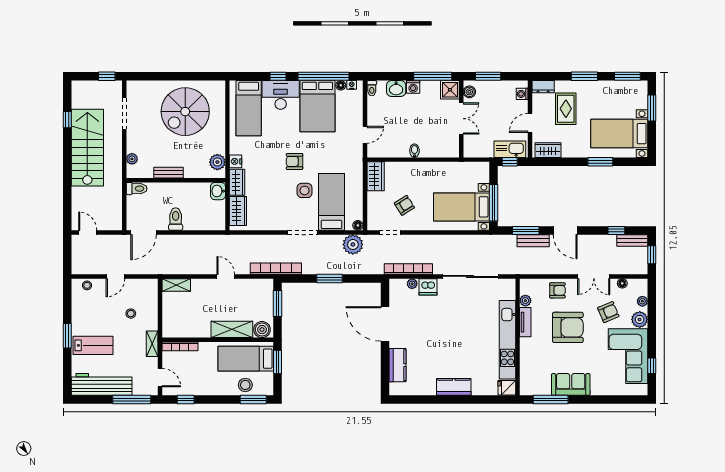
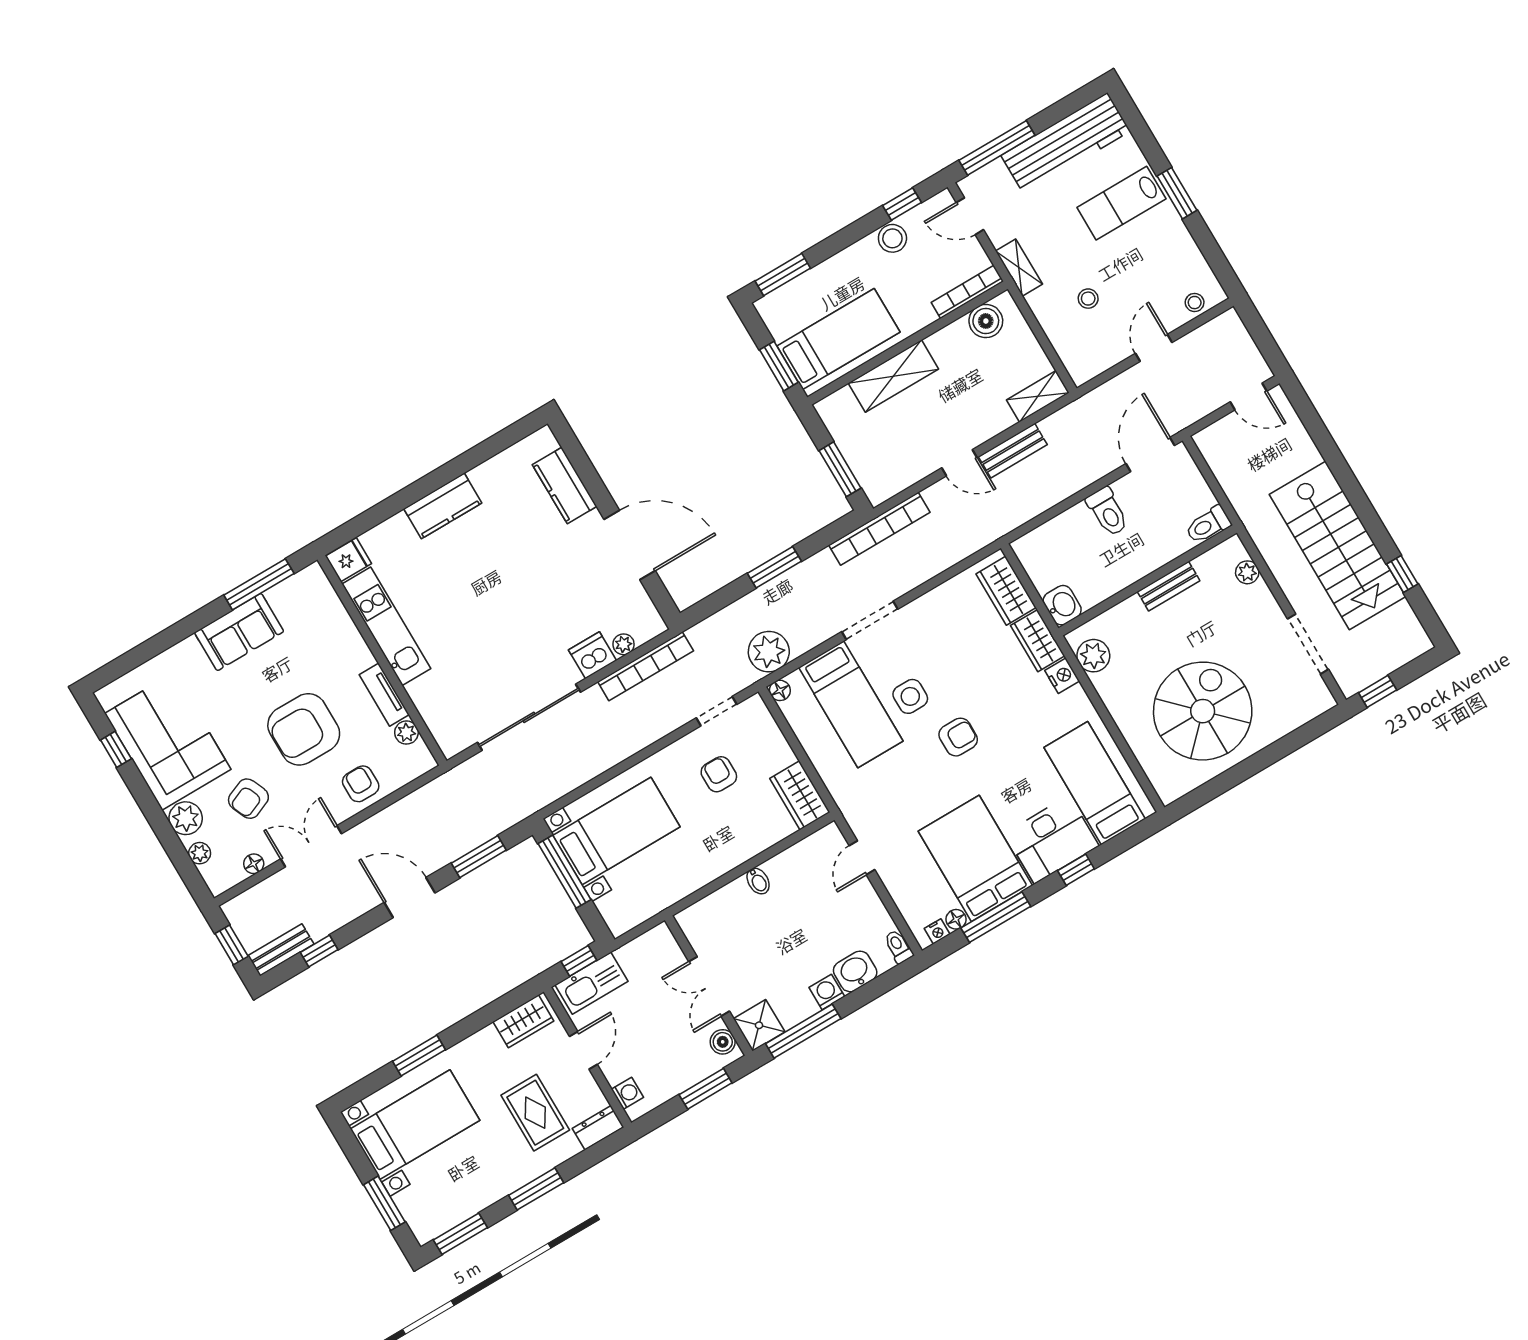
window: (323, 76) -> (996, 917), width x0.68
armchair: (404, 205) -> (719, 774), turned 122
bench: (533, 241) -> (1013, 451), moved
armchair: (557, 290) -> (361, 784), turned 90
boiler: (262, 330) -> (986, 321), moved
kitchen unit: (507, 340) -> (386, 626), width x0.73
stool: (245, 385) -> (892, 238), moved

